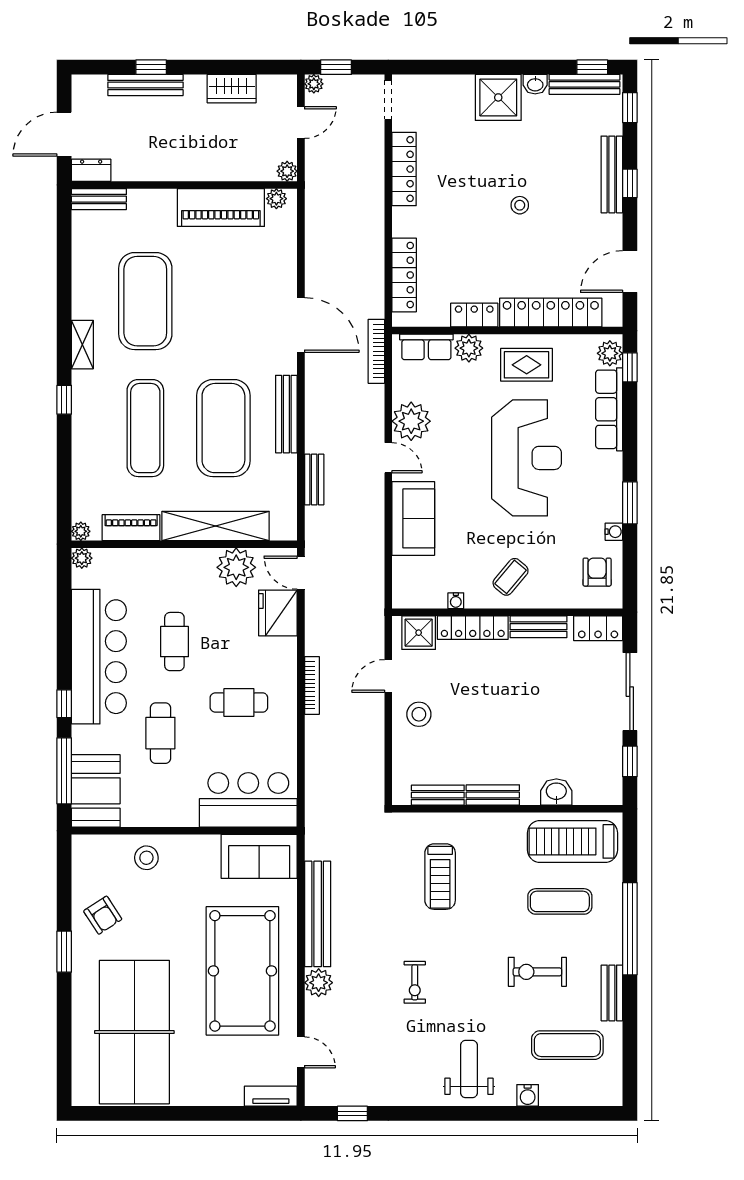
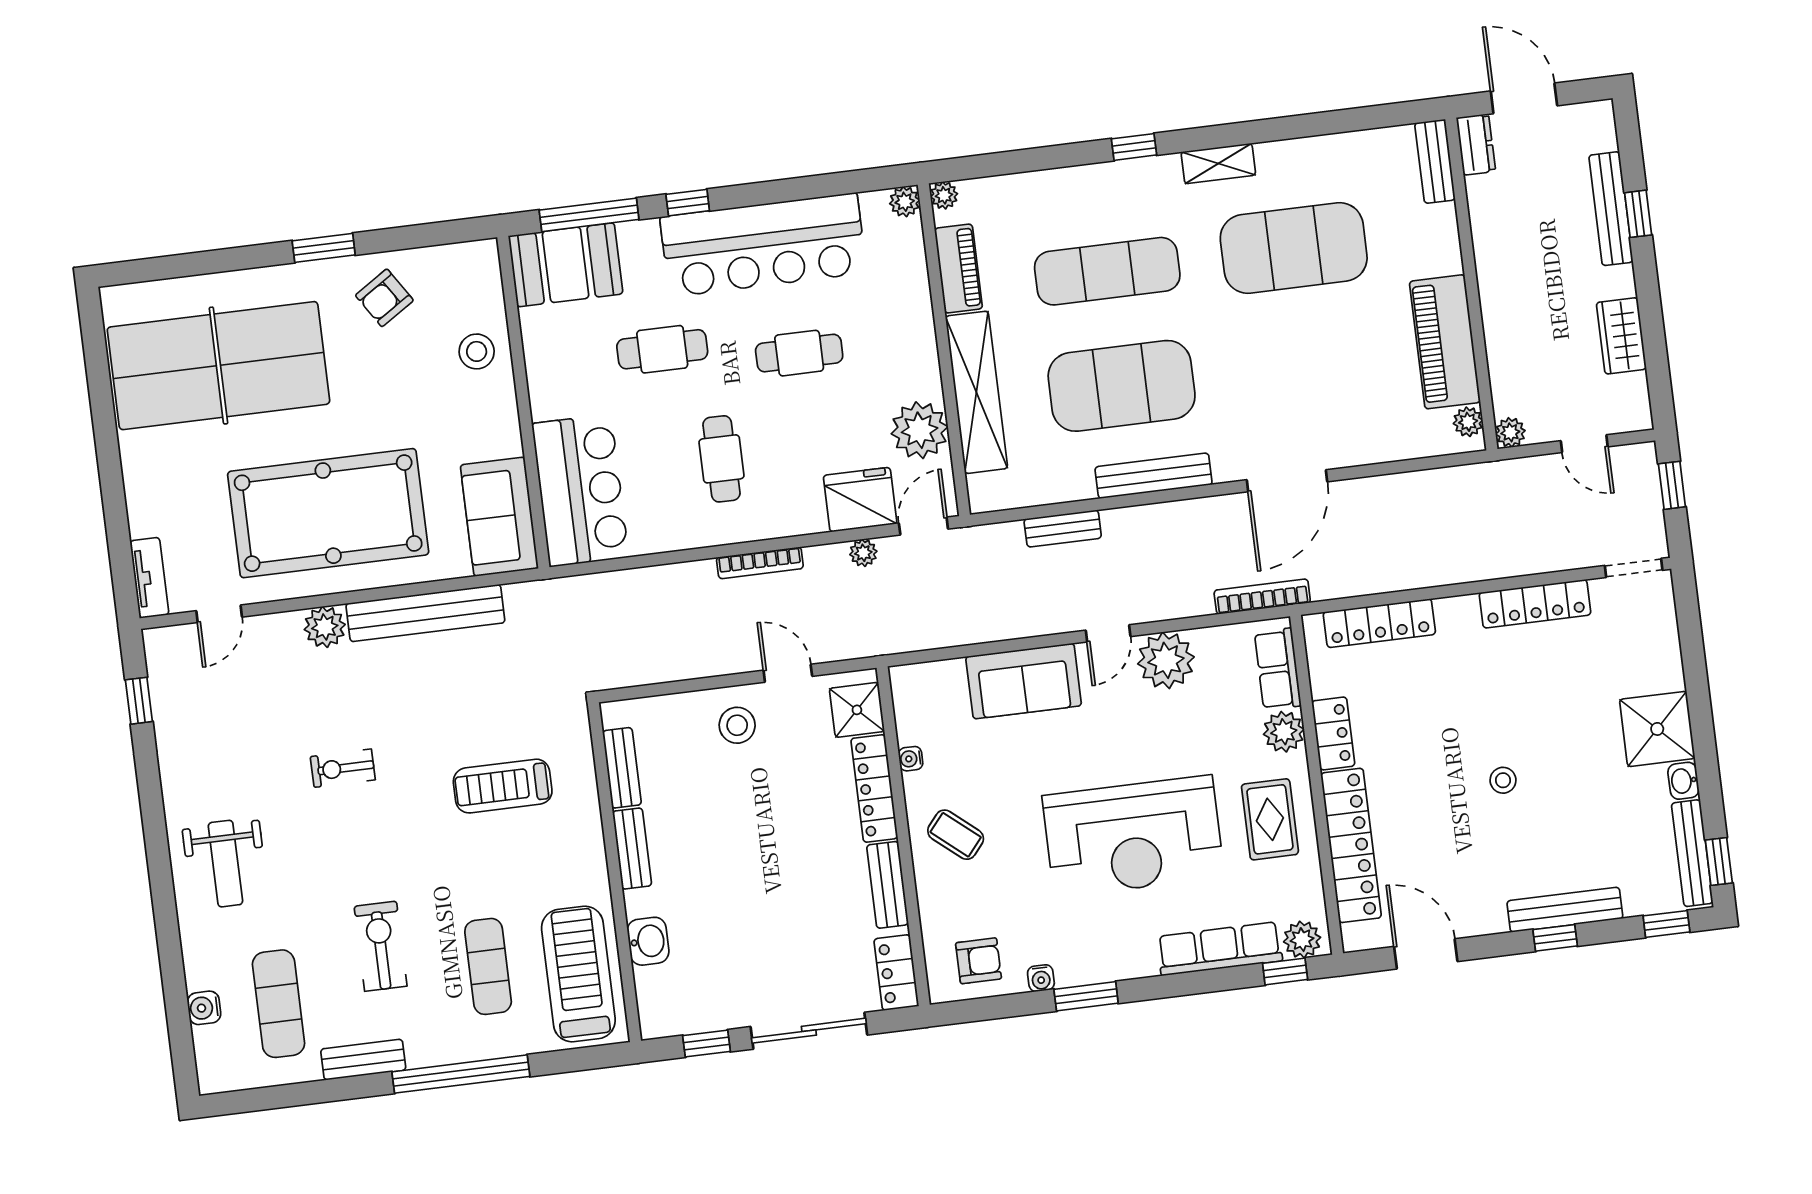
plant: (314, 84) -> (863, 553), moved
weight bench: (469, 1069) -> (225, 864), turned 90
water cooler: (528, 1095) -> (204, 1008), moved

